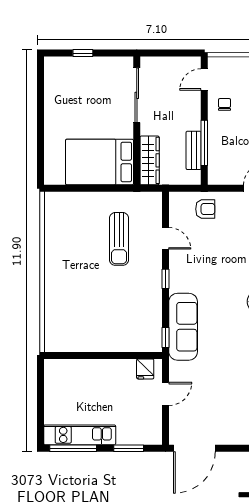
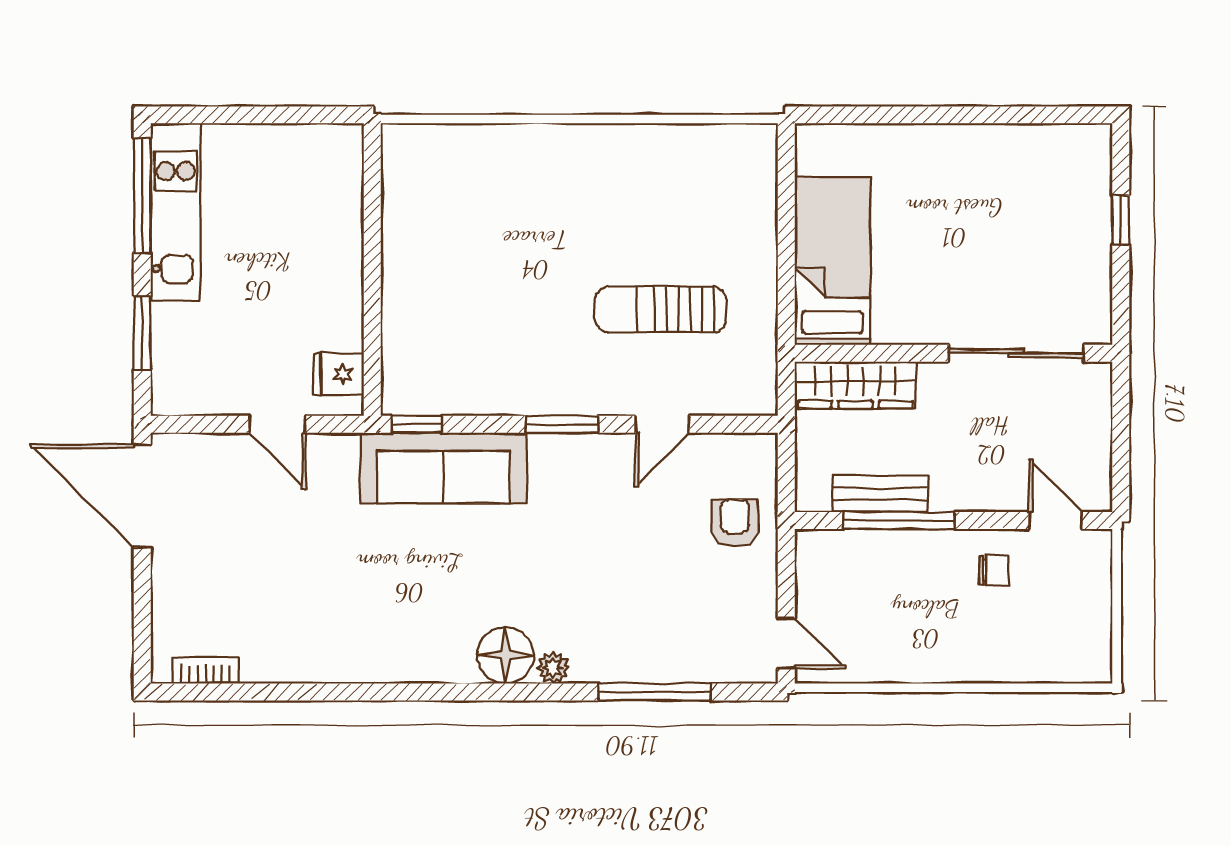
bed: (99, 162) -> (832, 261), width x0.67
armchair: (205, 209) -> (735, 523), turned 180
window: (165, 279) -> (562, 424), width x1.50

